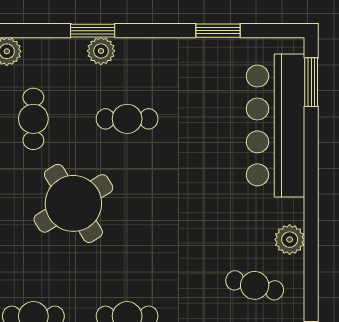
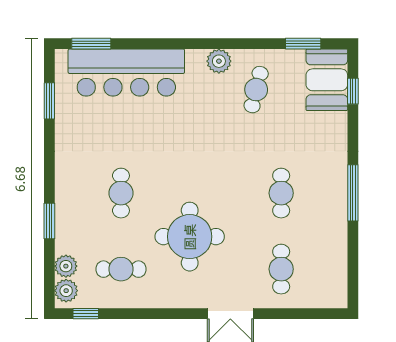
window: (218, 31) -> (49, 101), moved
plant: (101, 51) -> (66, 266), moved
round table: (73, 203) -> (190, 237), turned 32

